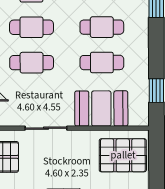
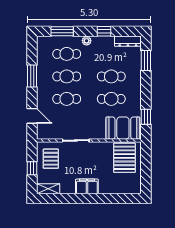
booth: (101, 108) -> (123, 128), moved
pallet: (123, 155) -> (124, 158), turned 90

